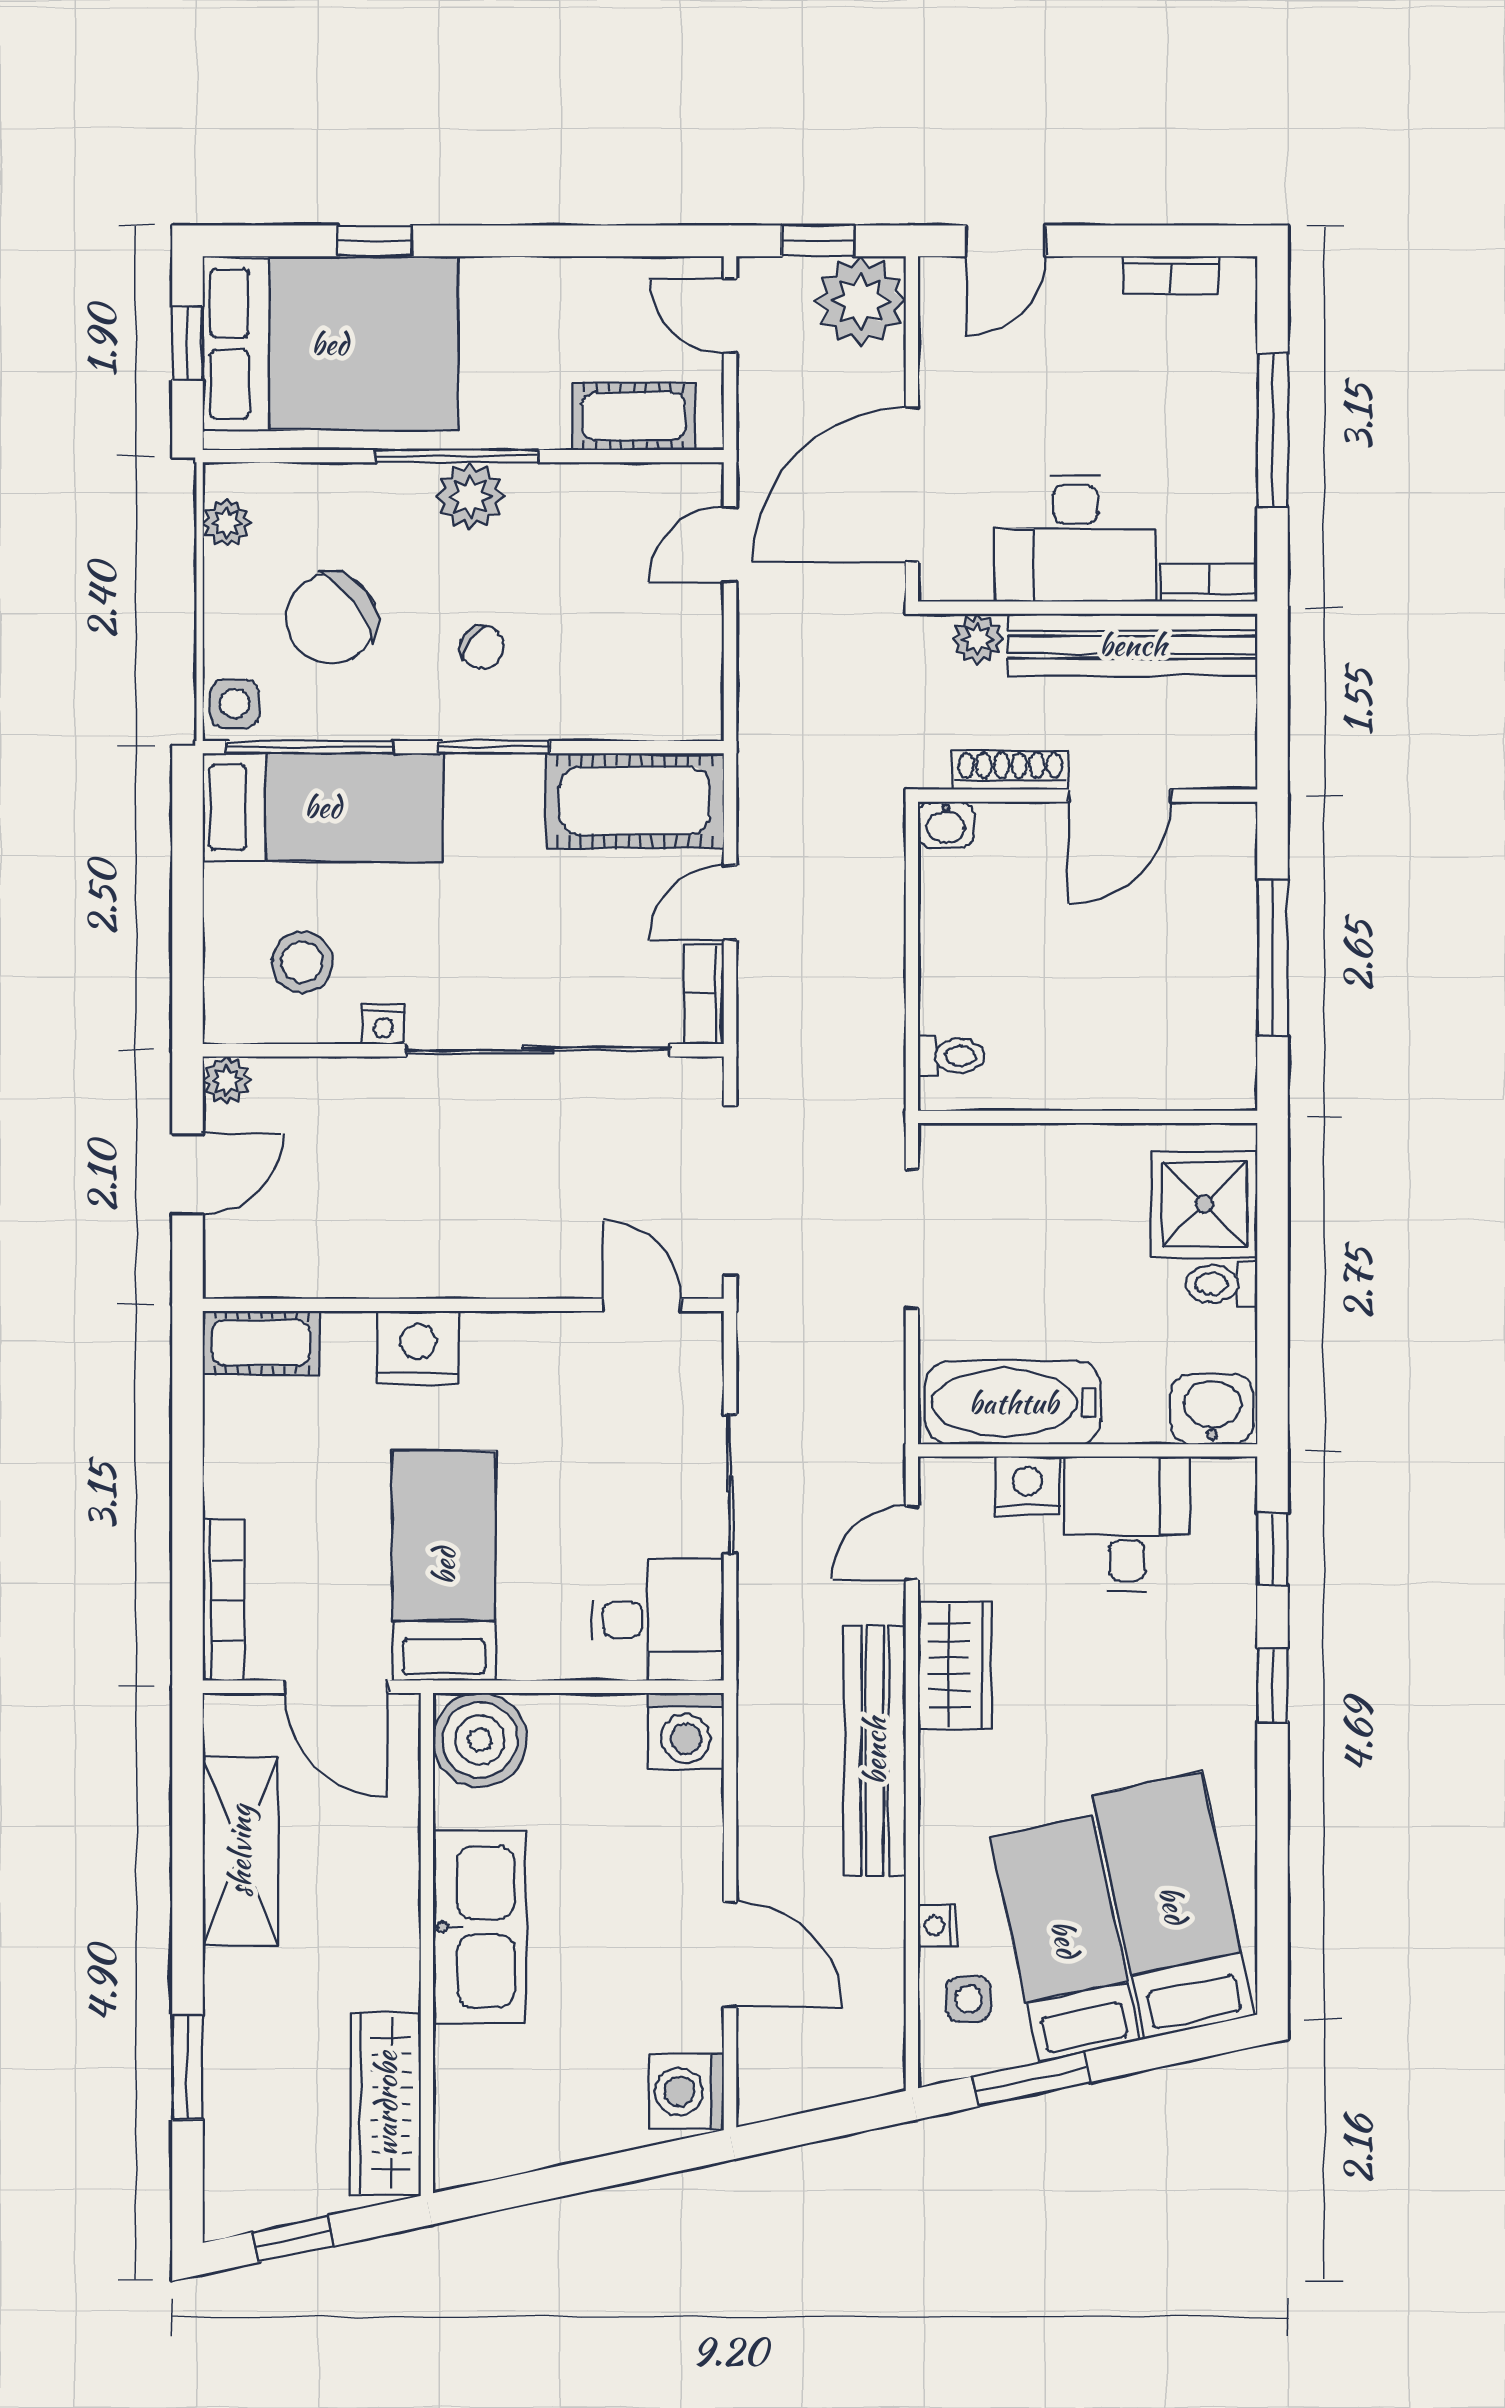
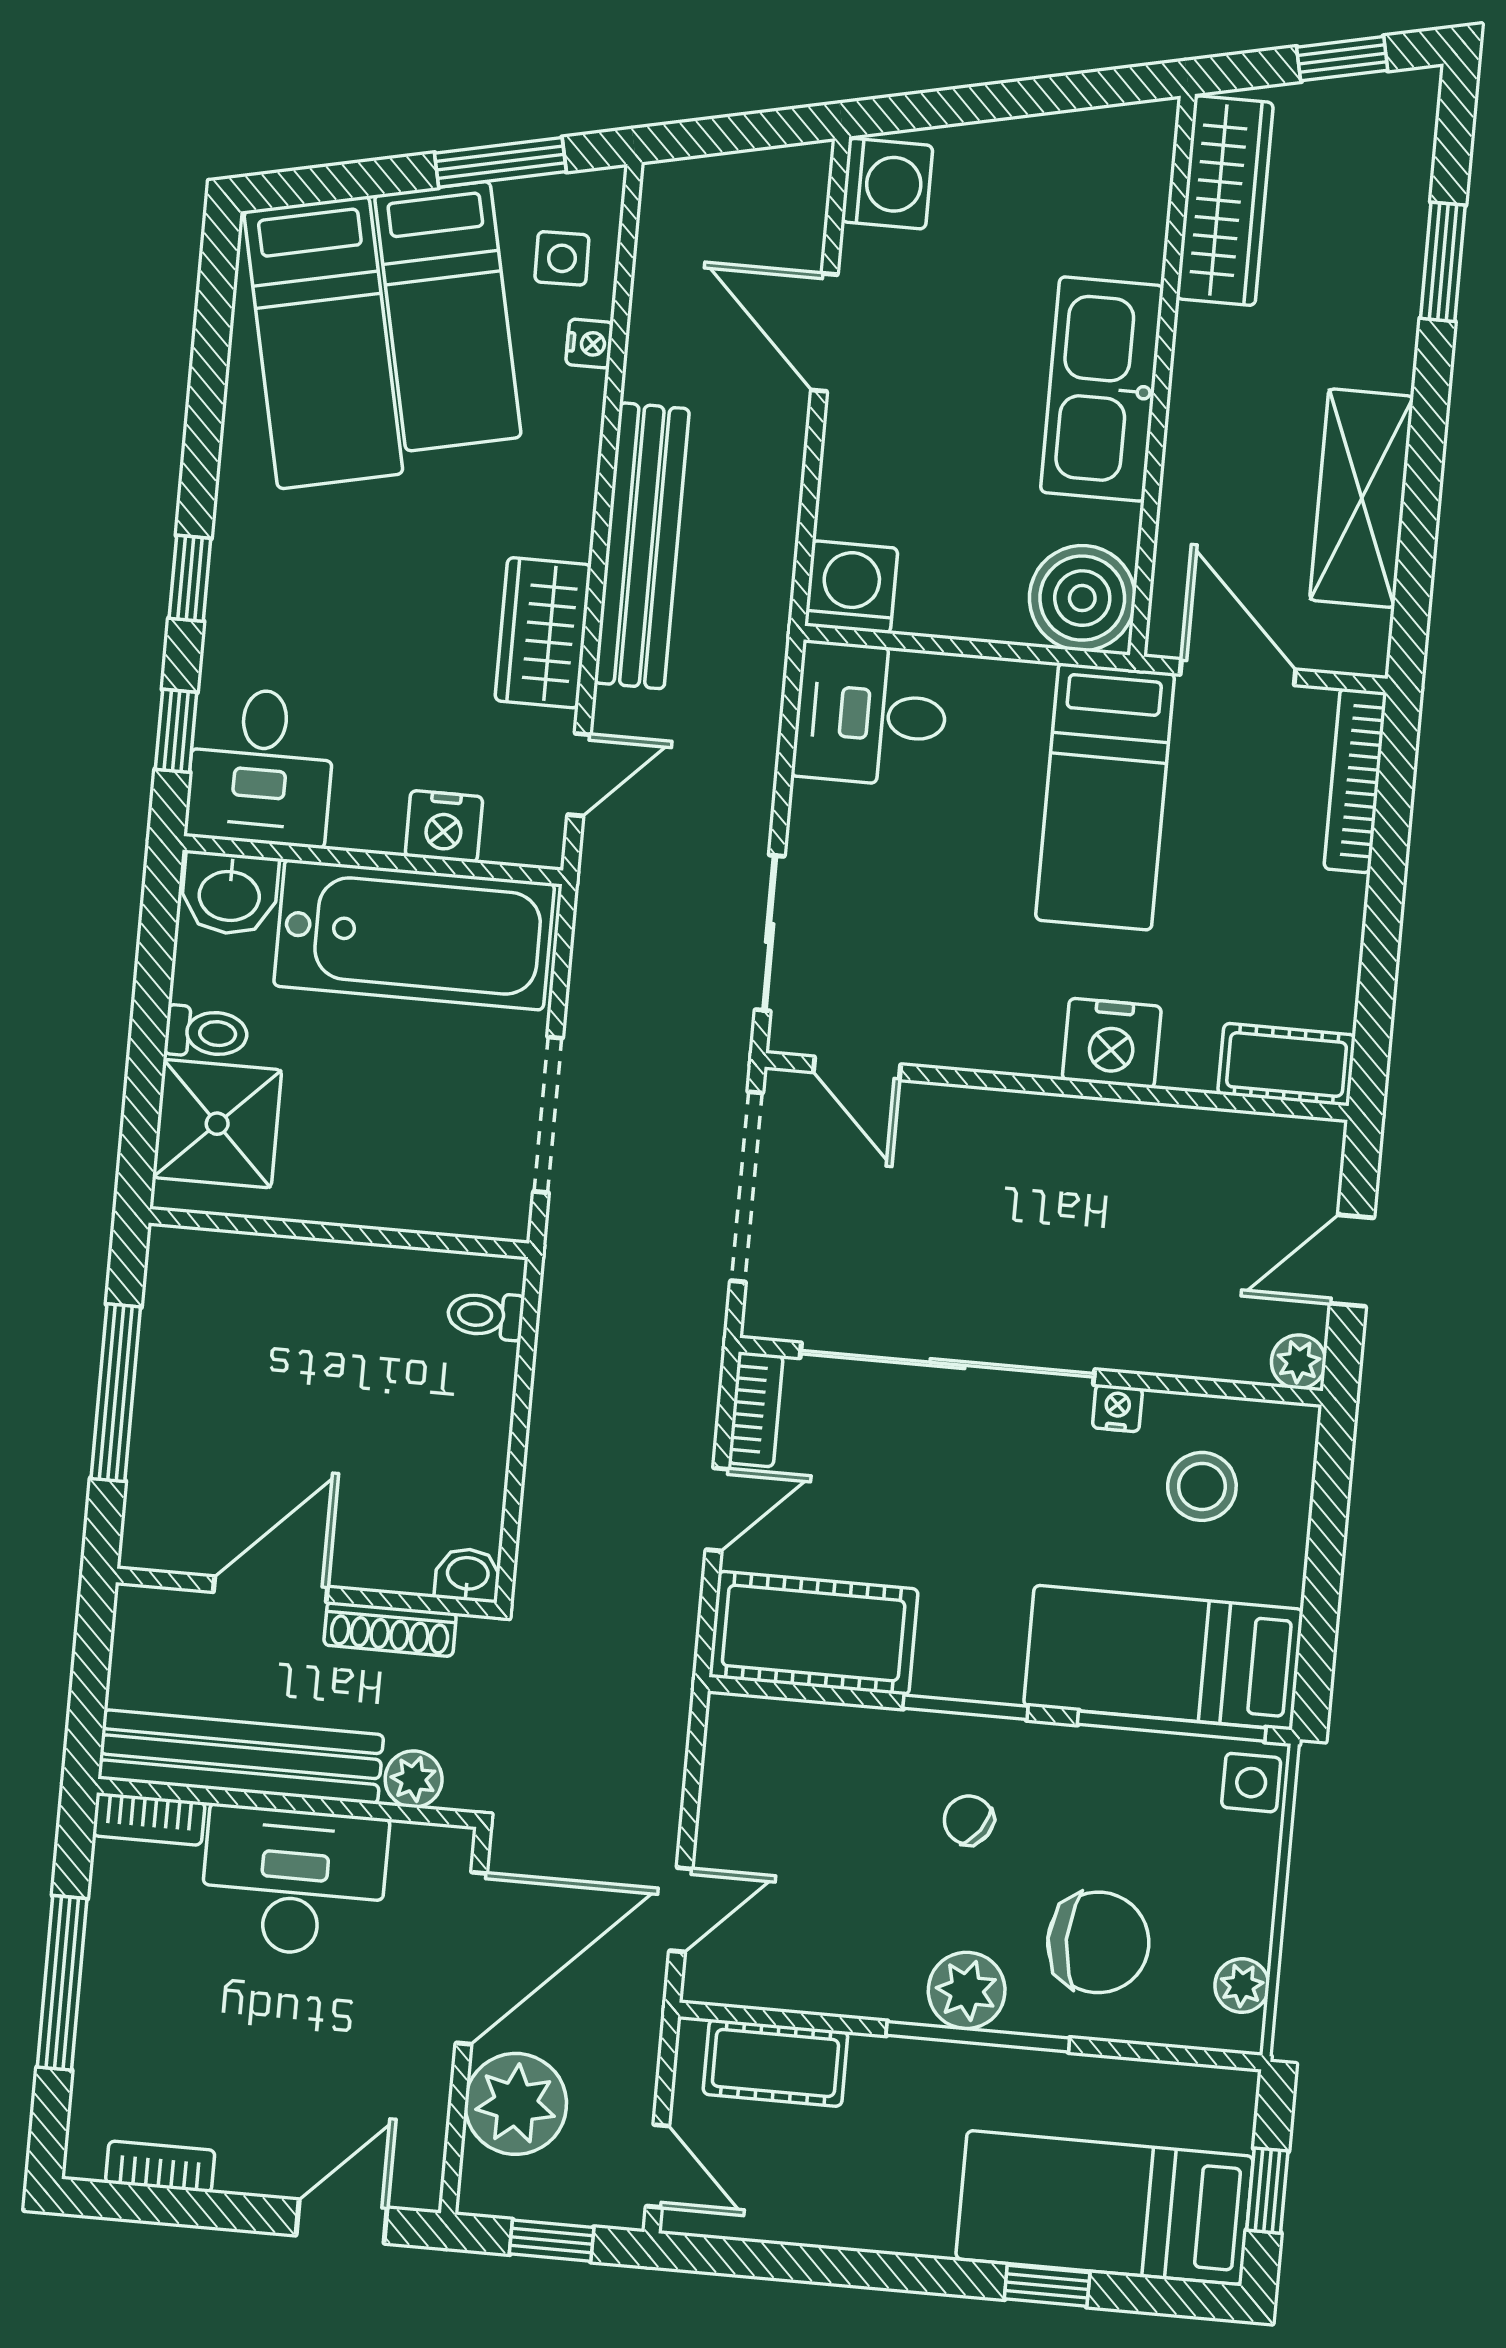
plant: (861, 301) -> (516, 2104), moved
bed: (330, 344) -> (1105, 2208), width x0.67
chair: (331, 618) -> (1098, 1942), moved, turned 37
bathtub: (1013, 1403) -> (414, 935), width x1.36, depth x1.36
sliding door: (730, 1484) -> (770, 933), moved
desk: (1127, 1524) -> (261, 767), moved

